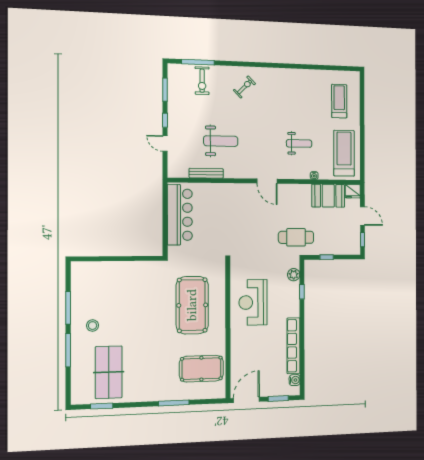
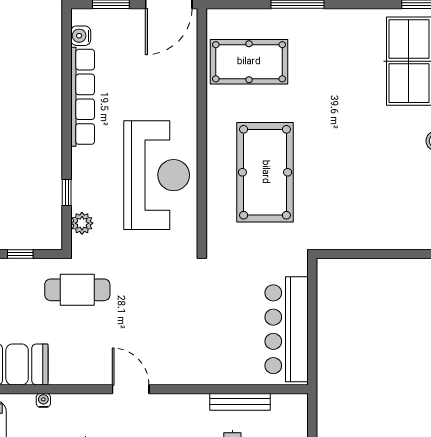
reception desk: (253, 302) -> (157, 175), width x1.36, depth x1.30

